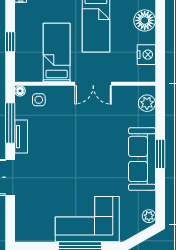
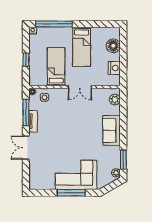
window: (160, 154) -> (123, 160), moved
sofa: (142, 159) -> (112, 130), width x0.73

